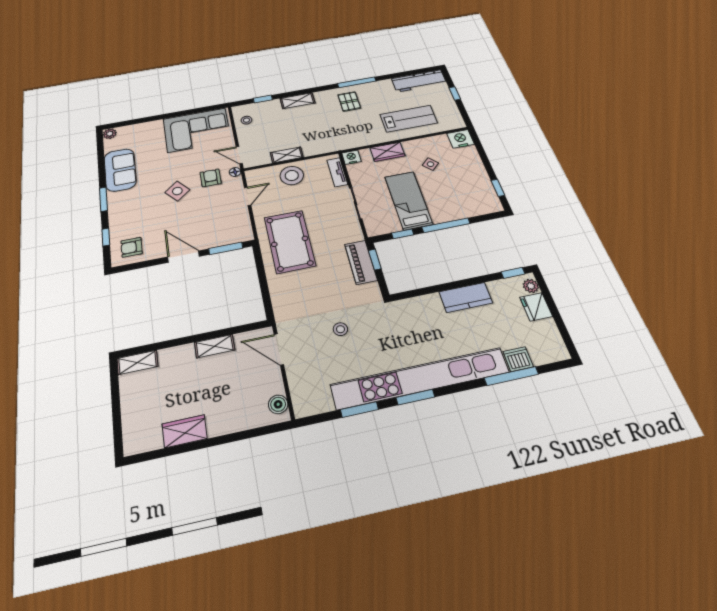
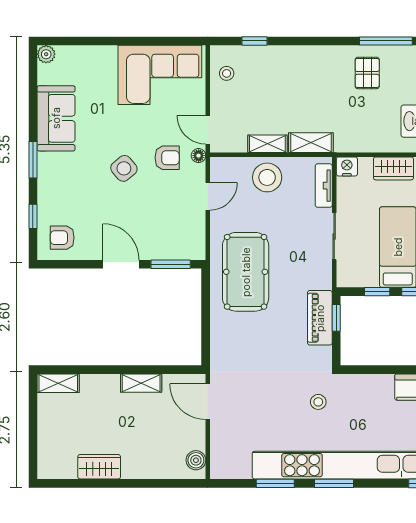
shelving: (297, 101) -> (311, 143), moved
armchair: (211, 178) -> (167, 158), turned 90
stool: (340, 329) -> (318, 402), moved

